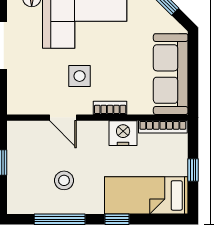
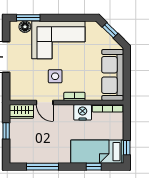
wardrobe: (26, 132) -> (21, 111), added
window: (193, 170) -> (127, 148), moved
stool: (64, 180) -> (45, 142), removed
window: (117, 219) -> (94, 167), moved

